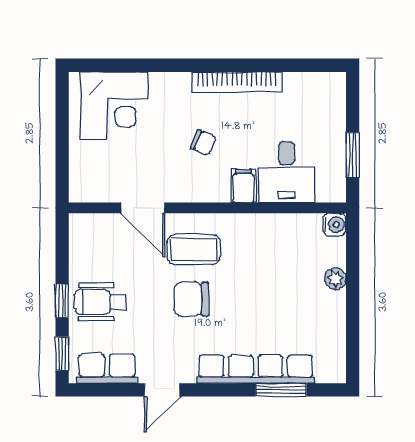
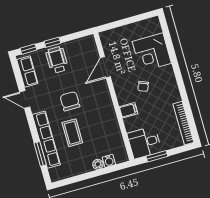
bookcase: (237, 82) -> (183, 123), moved
corner desk: (114, 105) -> (152, 52), moved
desk: (287, 172) -> (144, 142), moved
water cooler: (335, 225) -> (109, 161), moved
coffee table: (194, 249) -> (72, 133), moved

